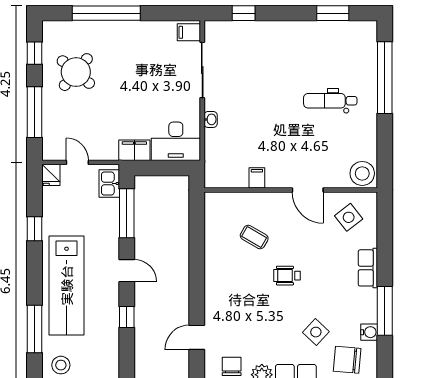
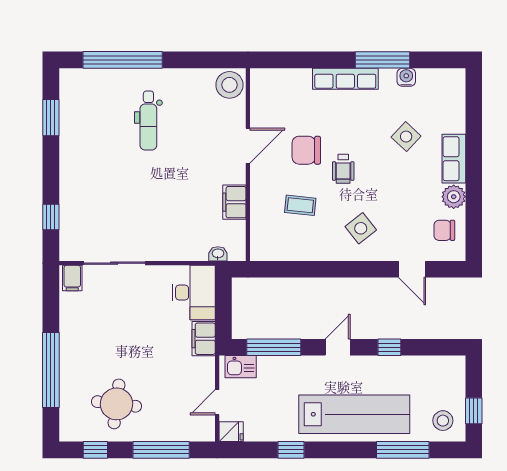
round table: (76, 72) -> (117, 404), turned -33
washbasin: (211, 119) -> (218, 254), moved
filing cabinet: (257, 178) -> (234, 202), width x2.00
side table: (349, 217) -> (361, 228), moved
coffee table: (254, 237) -> (300, 205), turned 66
row of seats: (368, 268) -> (345, 79), width x1.48
chair: (347, 360) -> (306, 150), moved, turned 85

